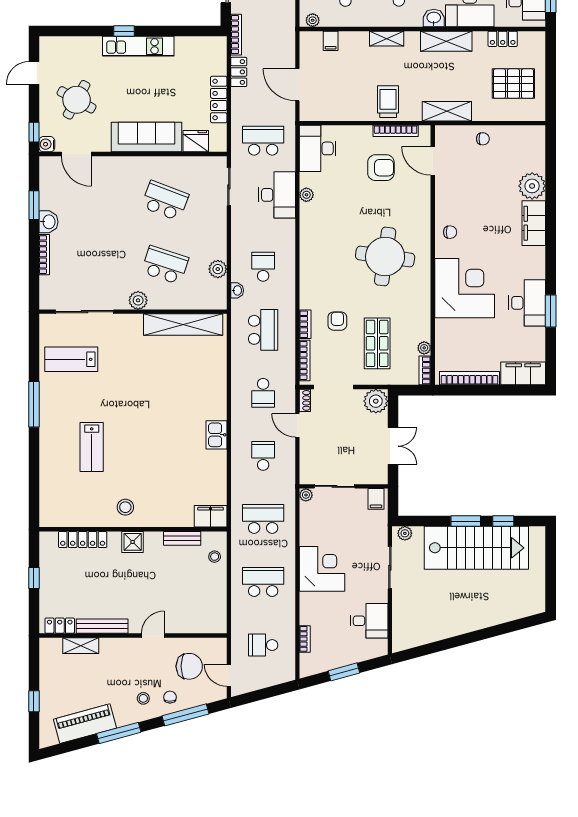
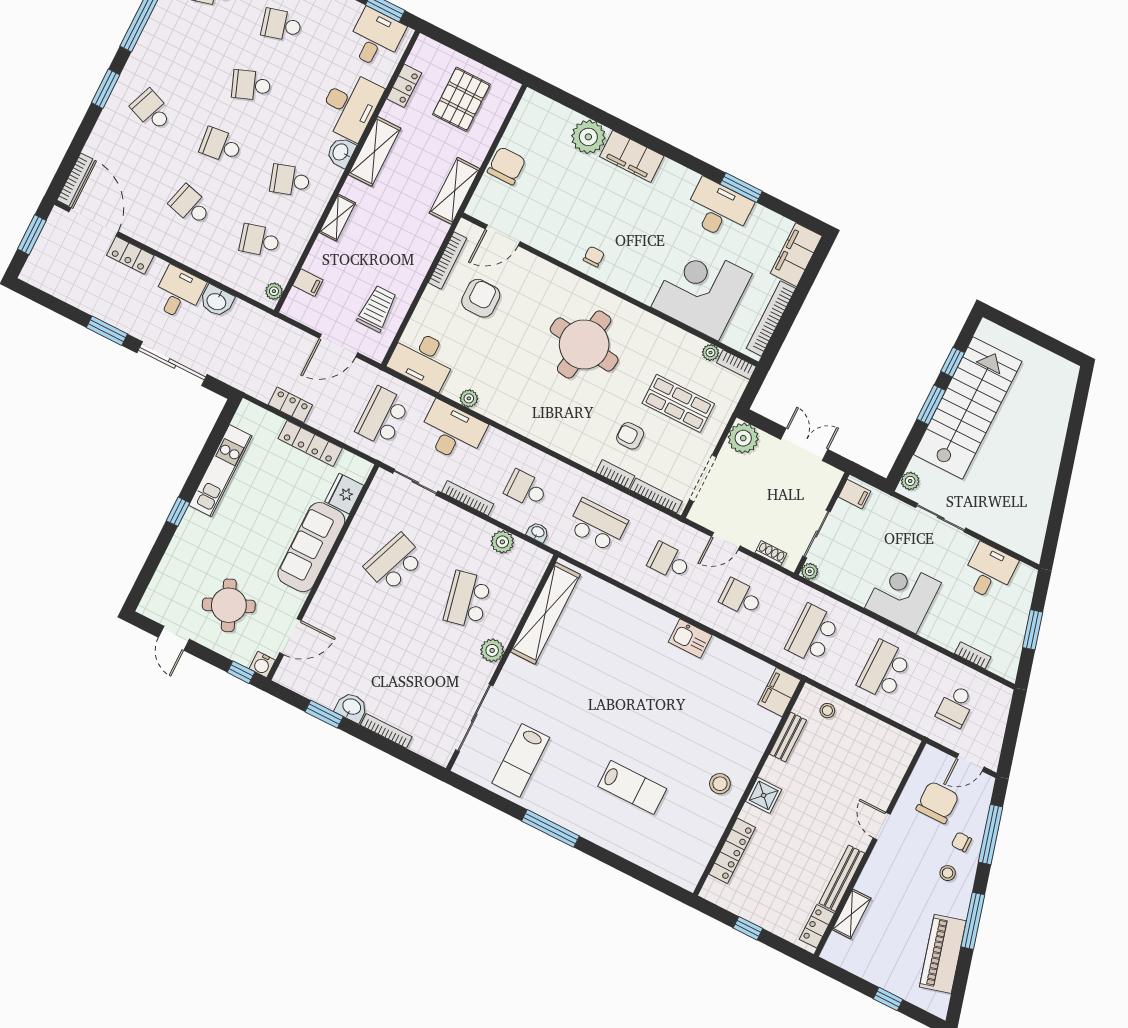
bookcase: (236, 35) -> (468, 498), moved
kitchen unit: (138, 46) -> (220, 471), moved
round table: (77, 100) -> (229, 605), turned 37
trolley: (388, 102) -> (377, 309), moved, turned 90
chair: (483, 139) -> (506, 166), width x1.87, depth x1.87
school desk: (165, 265) -> (467, 600), turned -30
corner desk: (465, 288) -> (702, 290), moved
school desk: (263, 393) -> (669, 561), turned 180
shoe rack: (305, 400) -> (771, 553), moved

